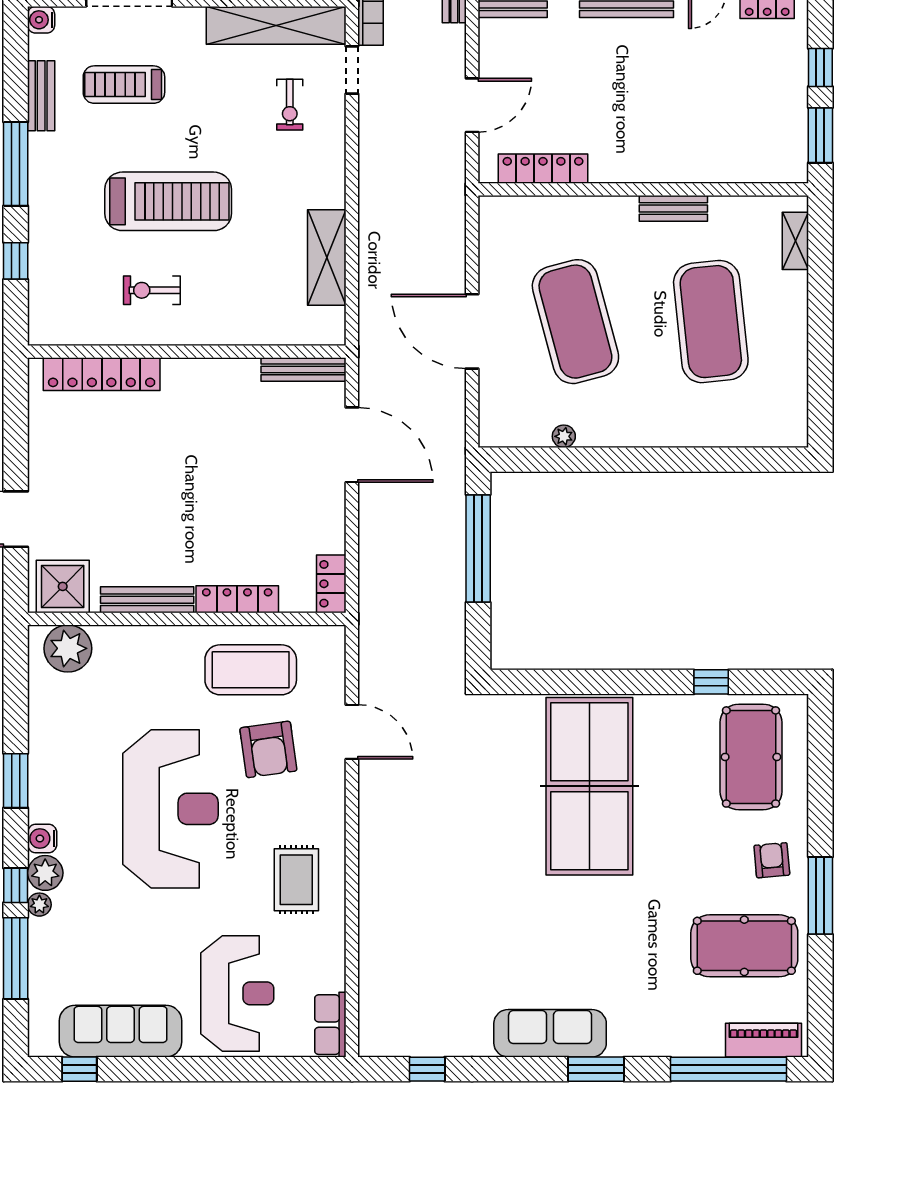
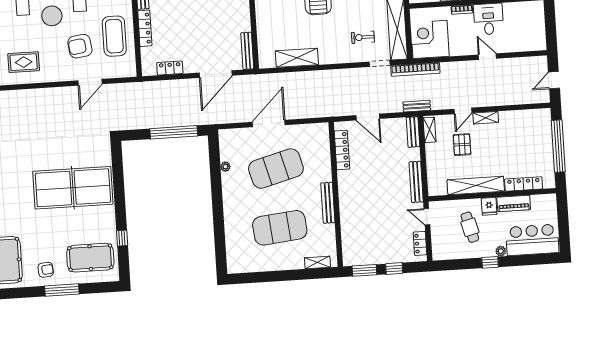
bench: (673, 208) -> (328, 203), width x1.36
locker: (331, 584) -> (170, 68), moved
window: (820, 896) -> (62, 290), moved

